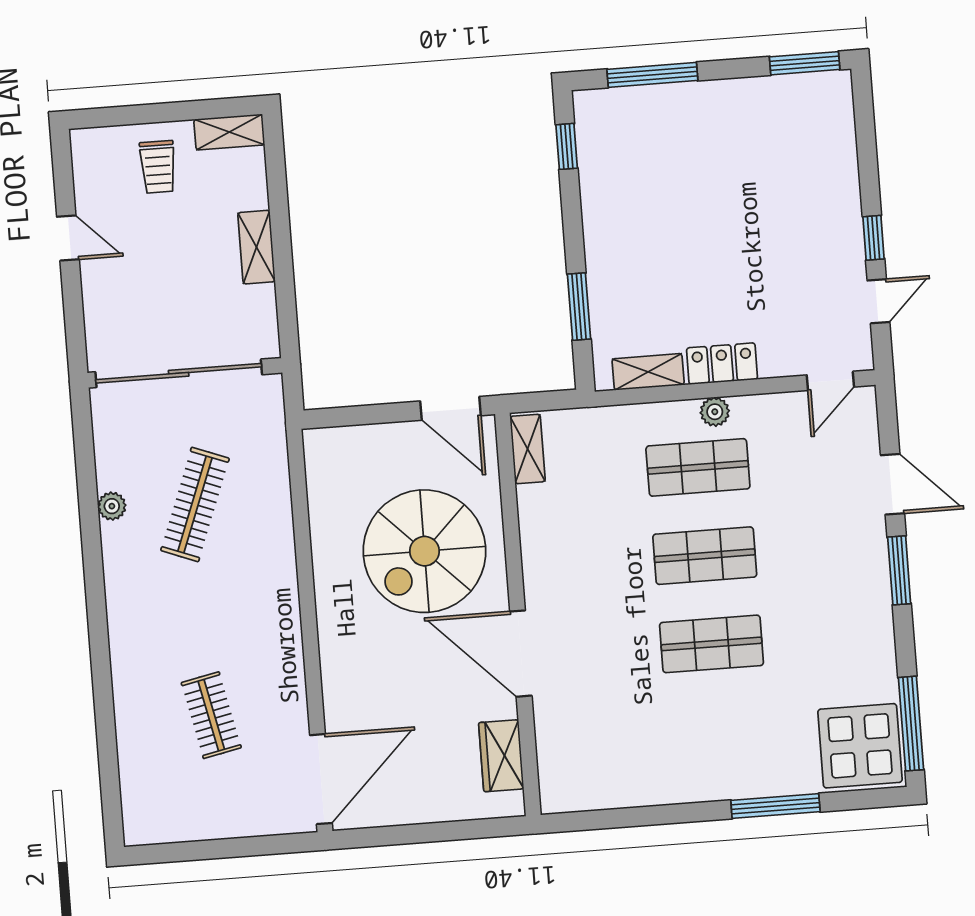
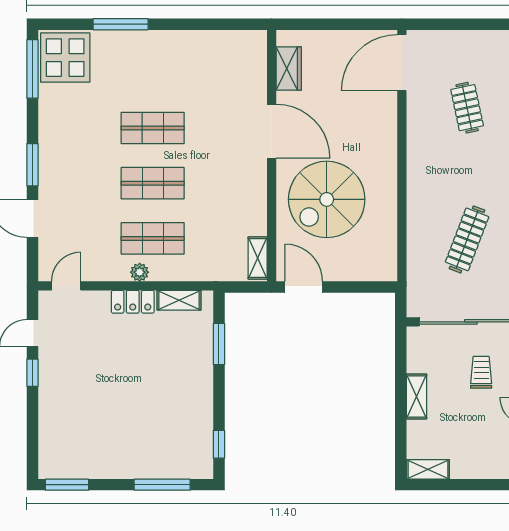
trolley: (158, 167) -> (481, 372), moved
spiral stairs: (424, 551) -> (327, 199), turned 180

